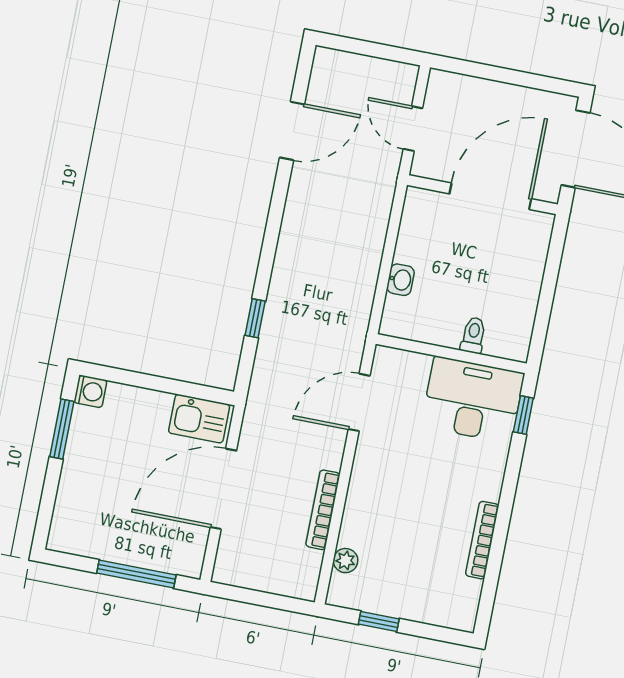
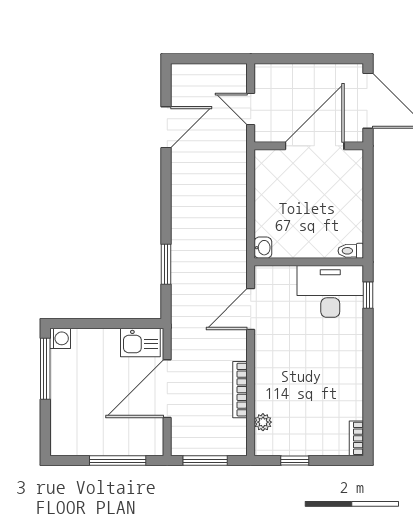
washbasin: (401, 280) -> (263, 248), moved
window: (255, 318) -> (166, 264), width x1.50
toilet: (473, 335) -> (351, 251), moved, turned -90
window: (62, 429) -> (45, 369), width x1.44
bookcase: (482, 540) -> (356, 438), moved, width x0.64
window: (256, 598) -> (205, 461), added

